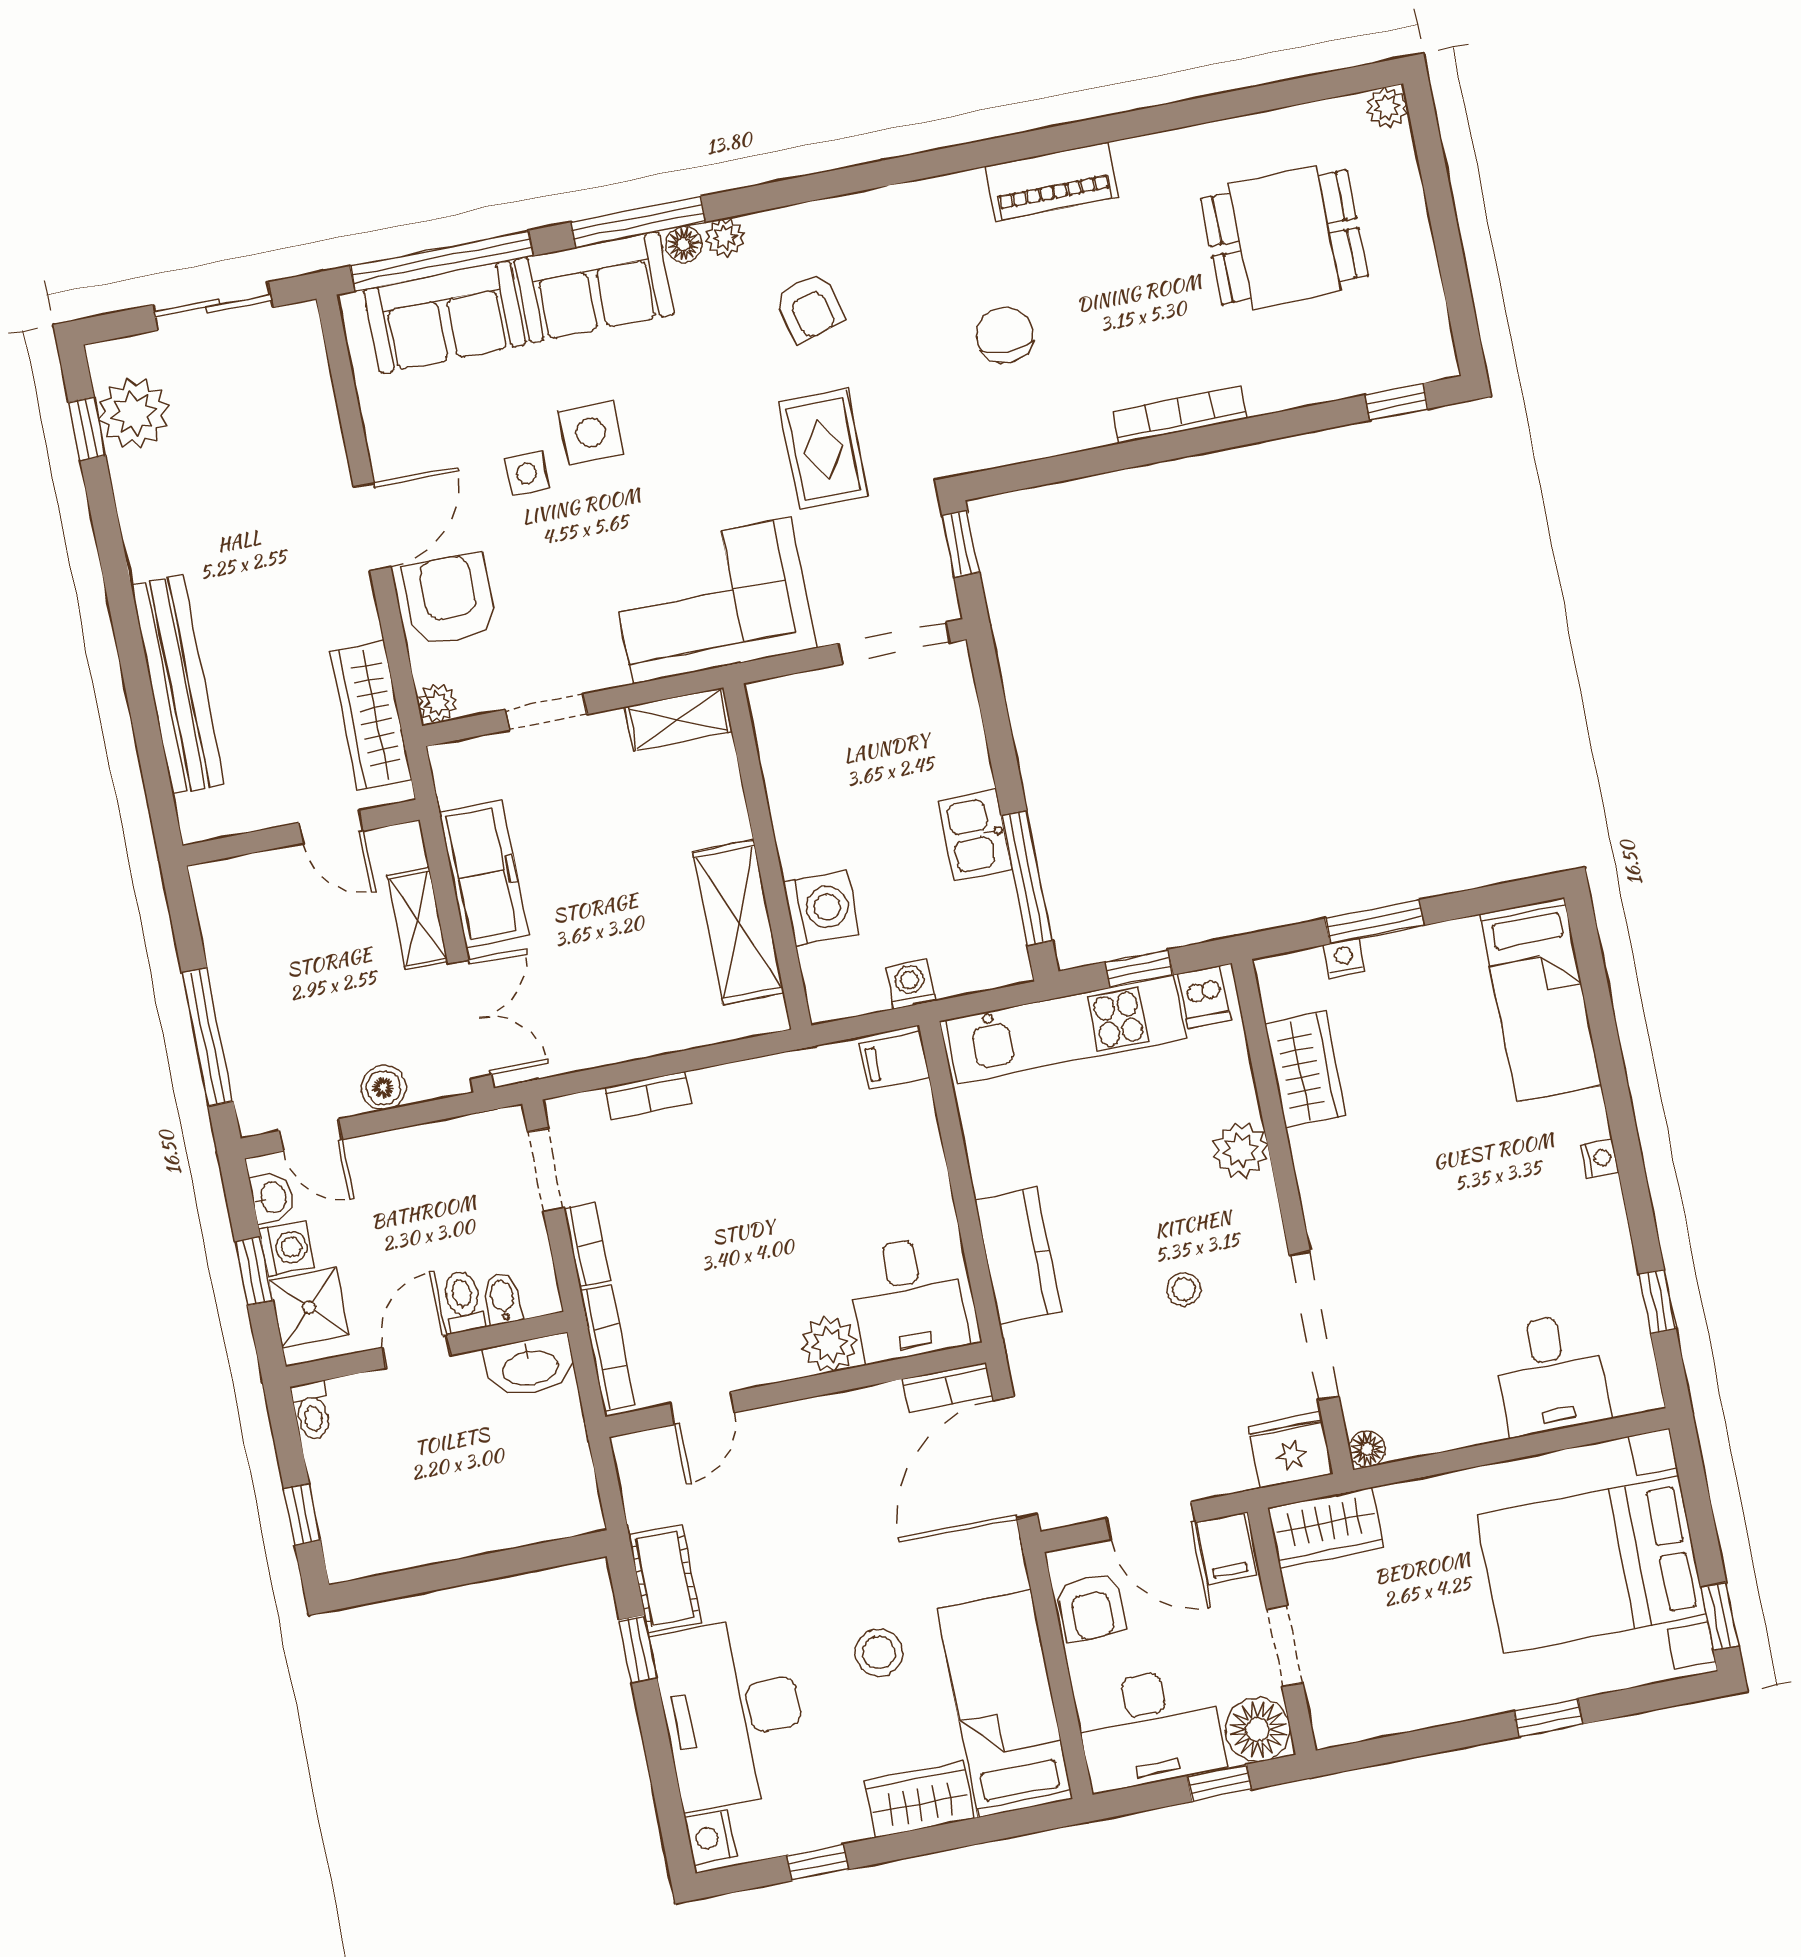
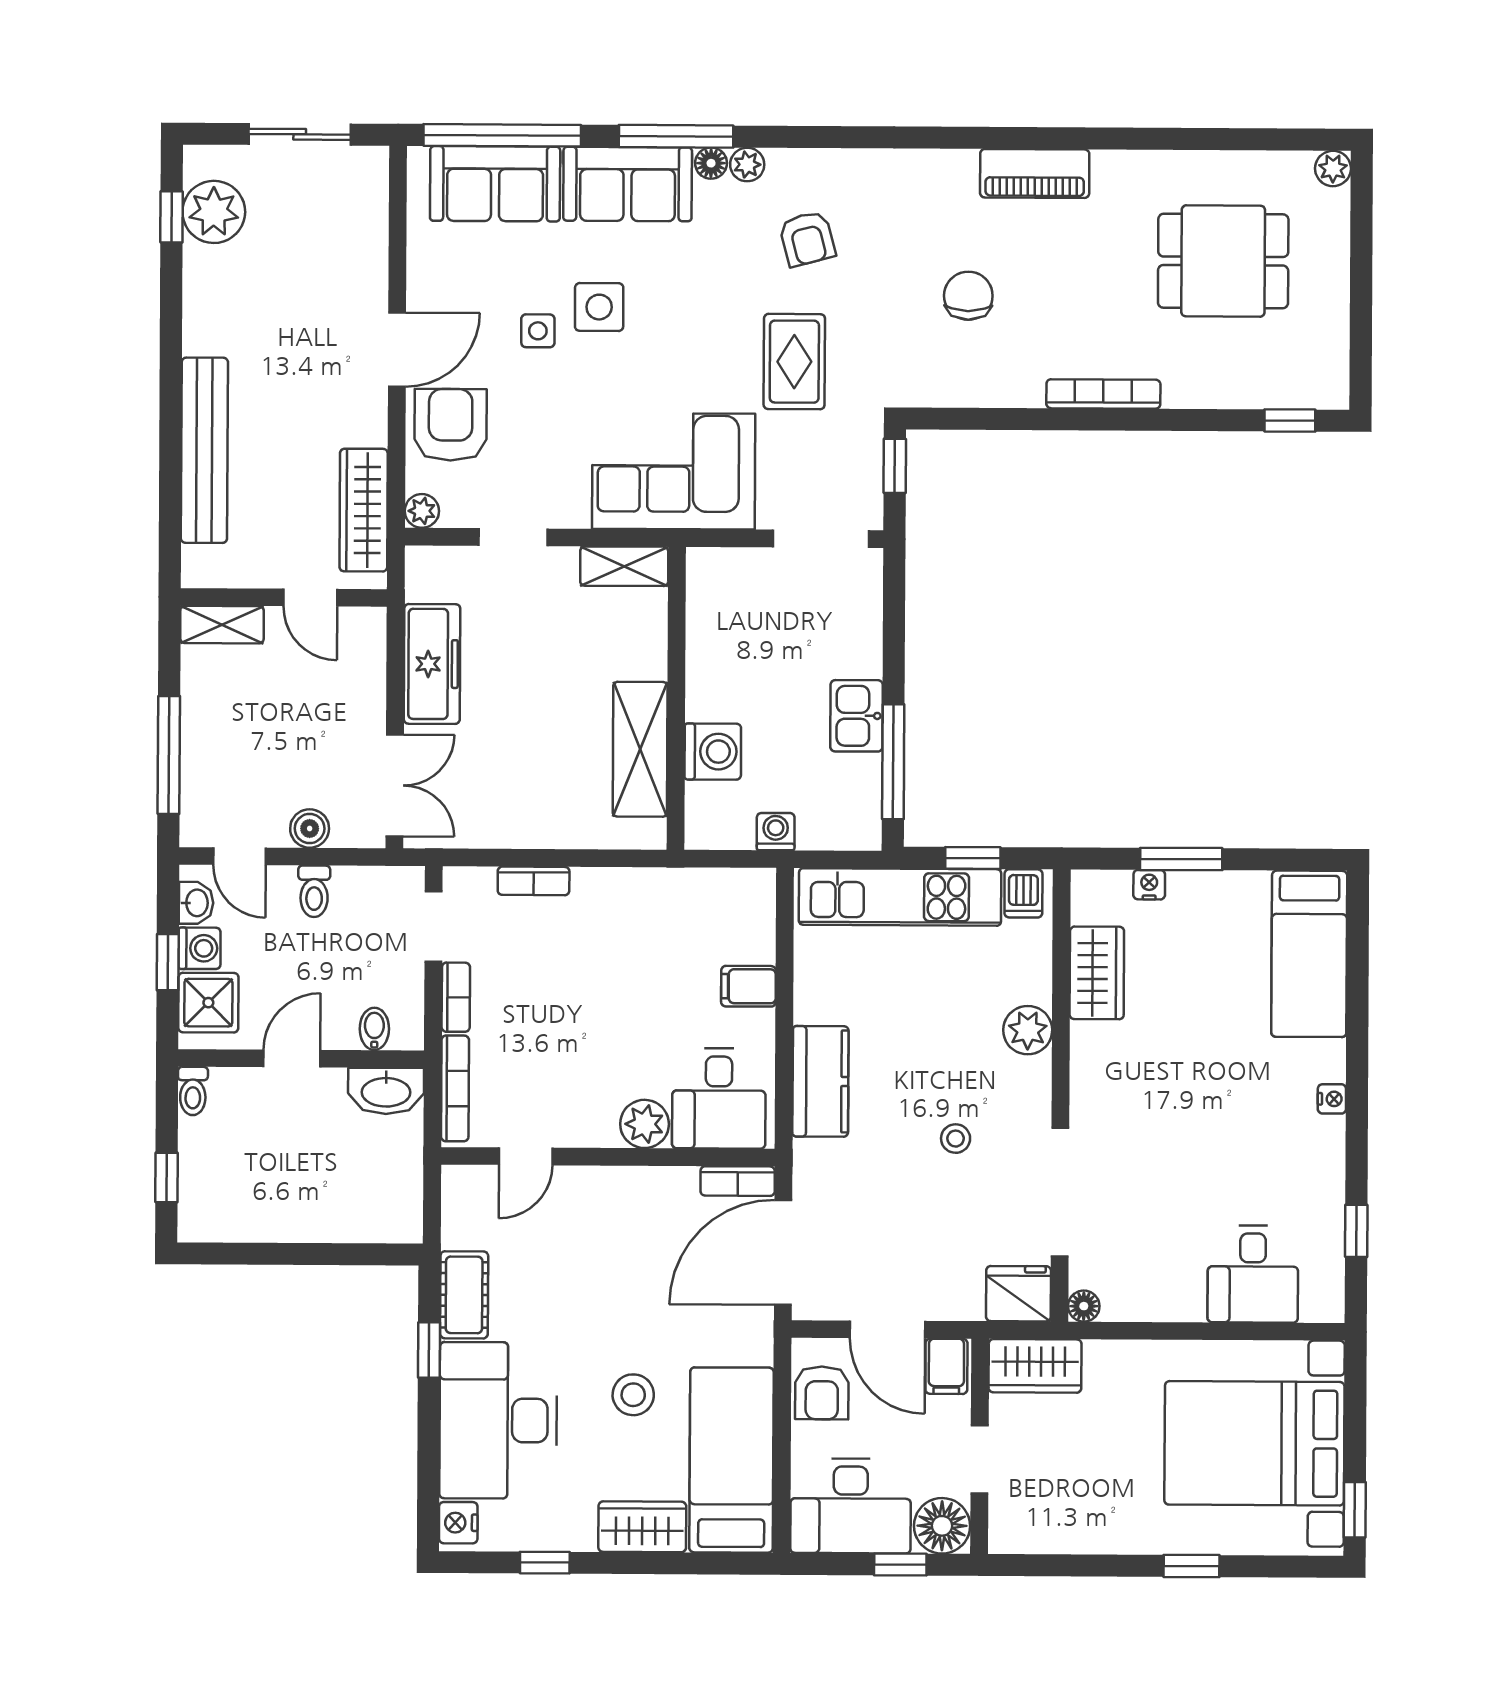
shelving: (417, 918) -> (222, 625), moved, turned 90
filing cabinet: (894, 1060) -> (748, 986), moved
toilet: (463, 1301) -> (314, 891), moved, turned 180

